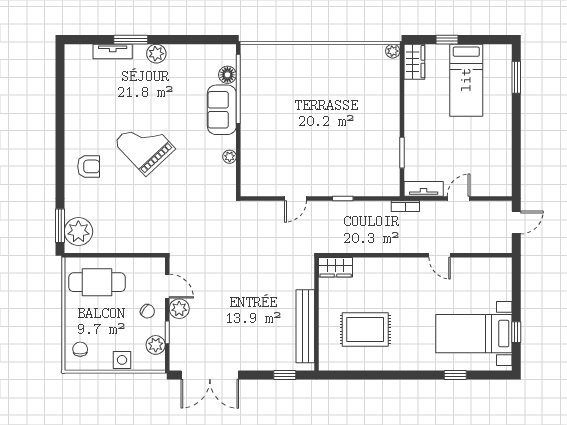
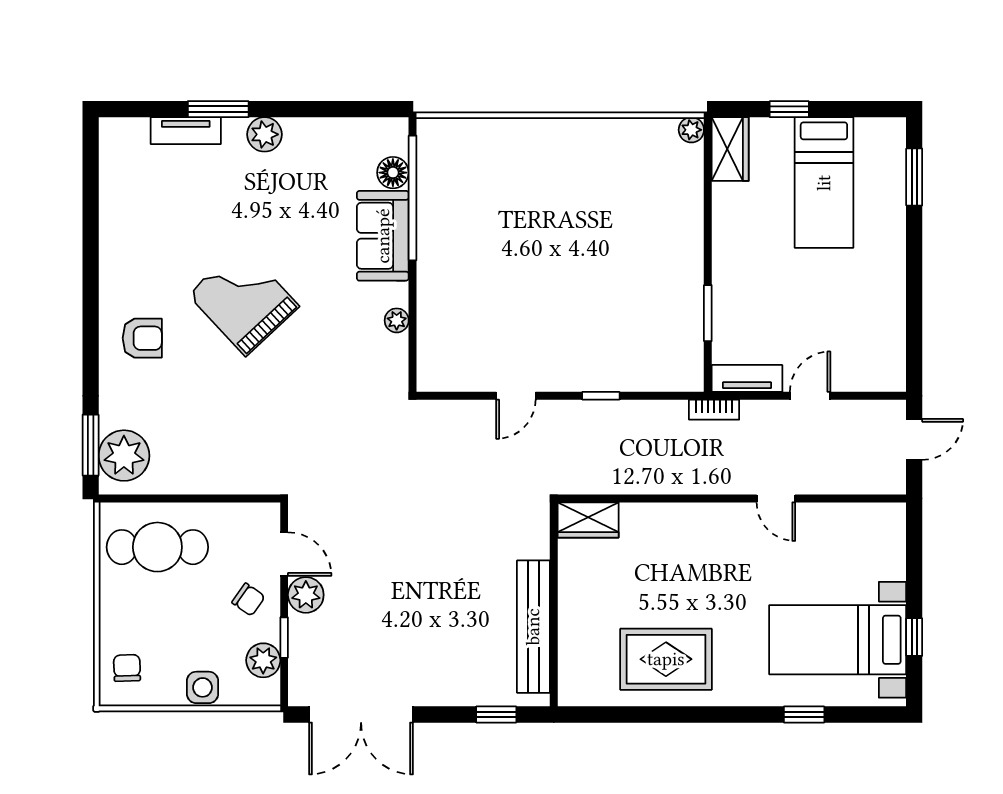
rug: (365, 329) -> (666, 659), moved

